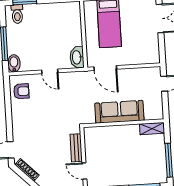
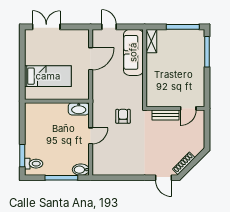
door: (105, 68) -> (91, 59), moved
armchair: (21, 91) -> (123, 116), moved
sofa: (119, 112) -> (133, 52), moved

